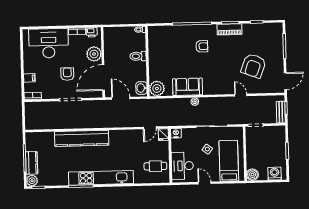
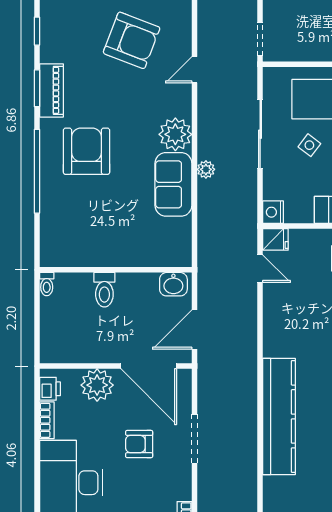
armchair: (202, 46) -> (87, 151), width x1.88, depth x1.88
plant: (157, 88) -> (175, 134), moved

